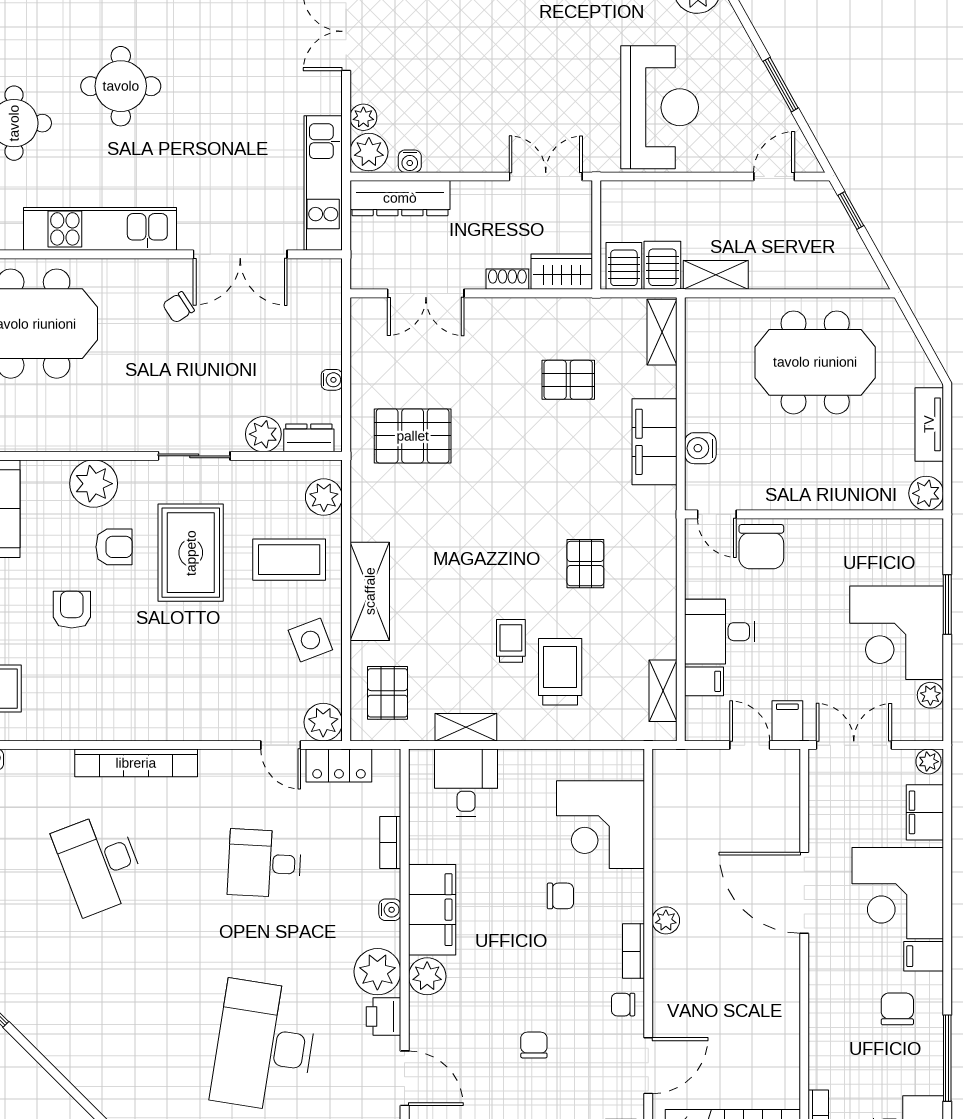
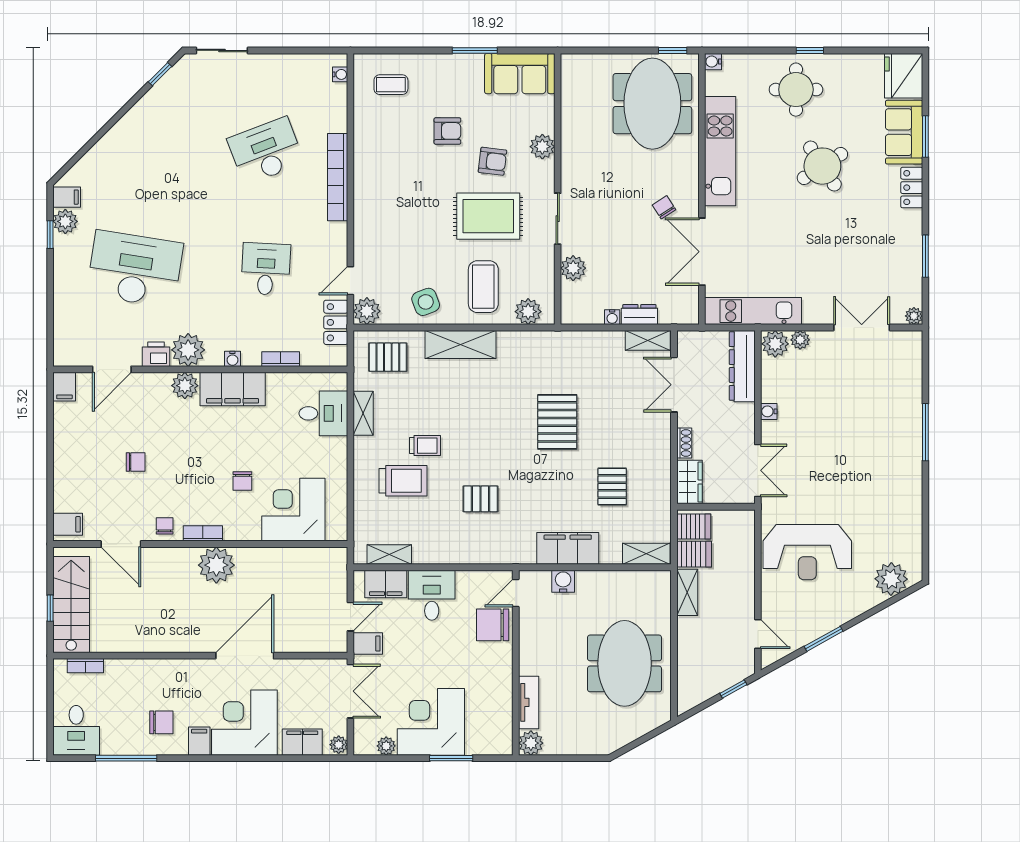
round table: (121, 86) -> (822, 166), turned -33
water cooler: (410, 161) -> (769, 411), moved
shelving: (364, 330) -> (648, 340), added
tv unit: (929, 424) -> (529, 702), moved, turned 90
pallet: (413, 436) -> (557, 422), moved
dresser: (309, 438) -> (639, 315), moved, turned -90
plant: (94, 484) -> (542, 147), width x0.73, depth x0.73
armchair: (114, 547) -> (492, 161), turned -83
filing cabinet: (704, 681) -> (386, 584), width x2.00
plant: (666, 920) -> (216, 565), width x1.87, depth x1.87

